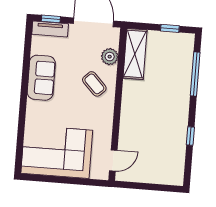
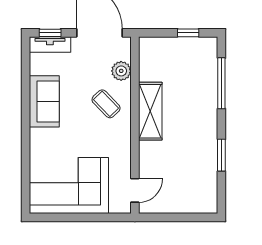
shelving: (135, 54) -> (150, 111), moved
window: (190, 136) -> (221, 155), width x1.50

